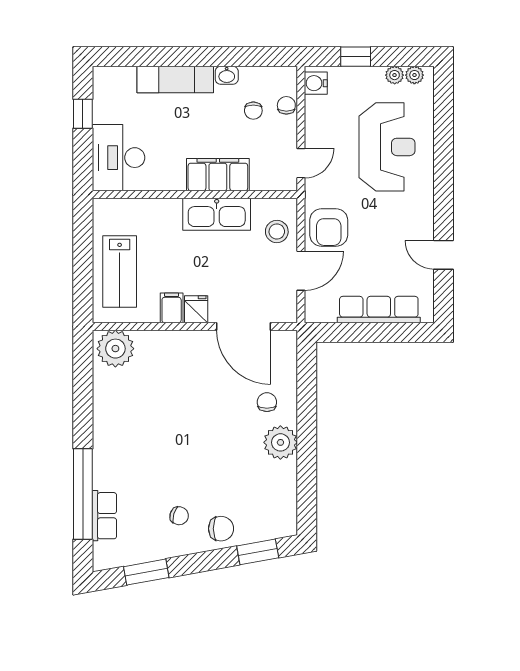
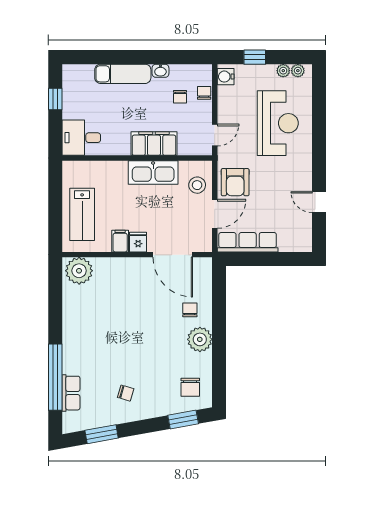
desk: (118, 158) -> (81, 138), width x0.73
row of seats: (379, 310) -> (248, 242), moved
chair: (221, 529) -> (190, 387), moved, turned 90

